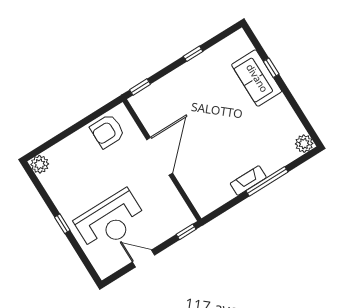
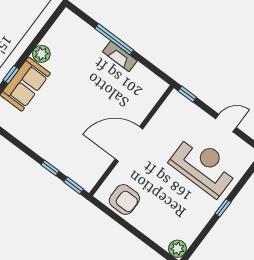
window: (193, 54) -> (50, 168), moved
plant: (304, 144) -> (41, 54), moved
door: (144, 258) -> (226, 123), swing flipped

